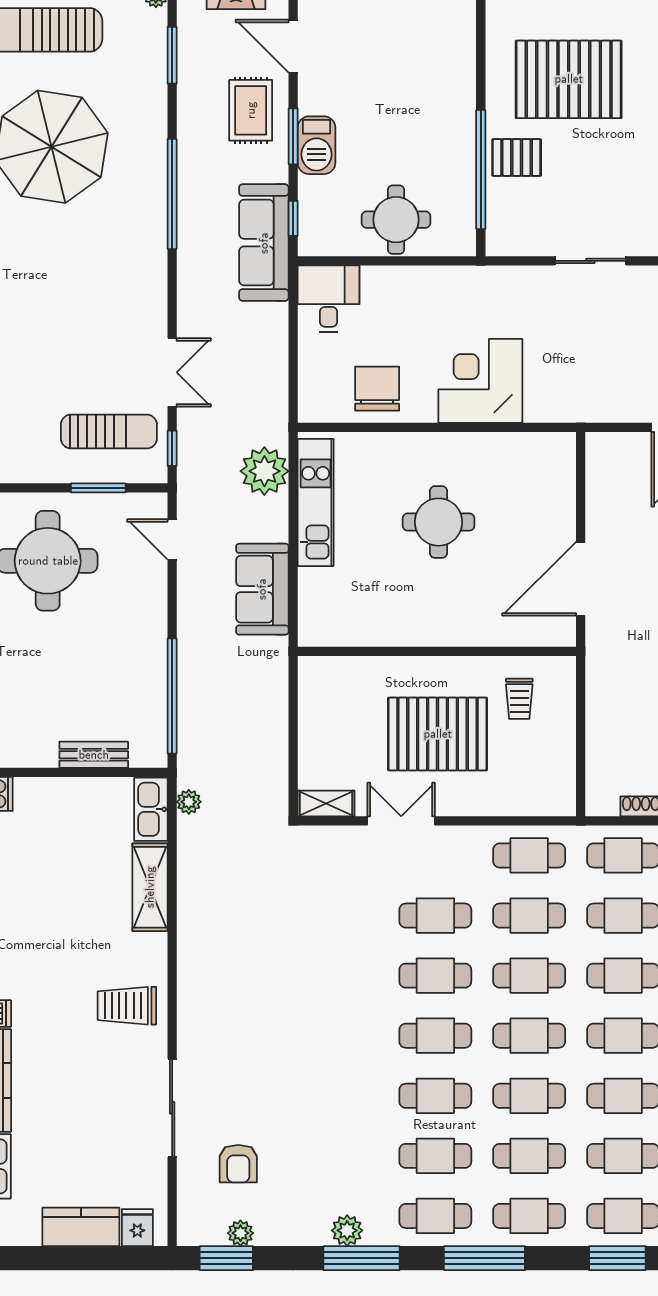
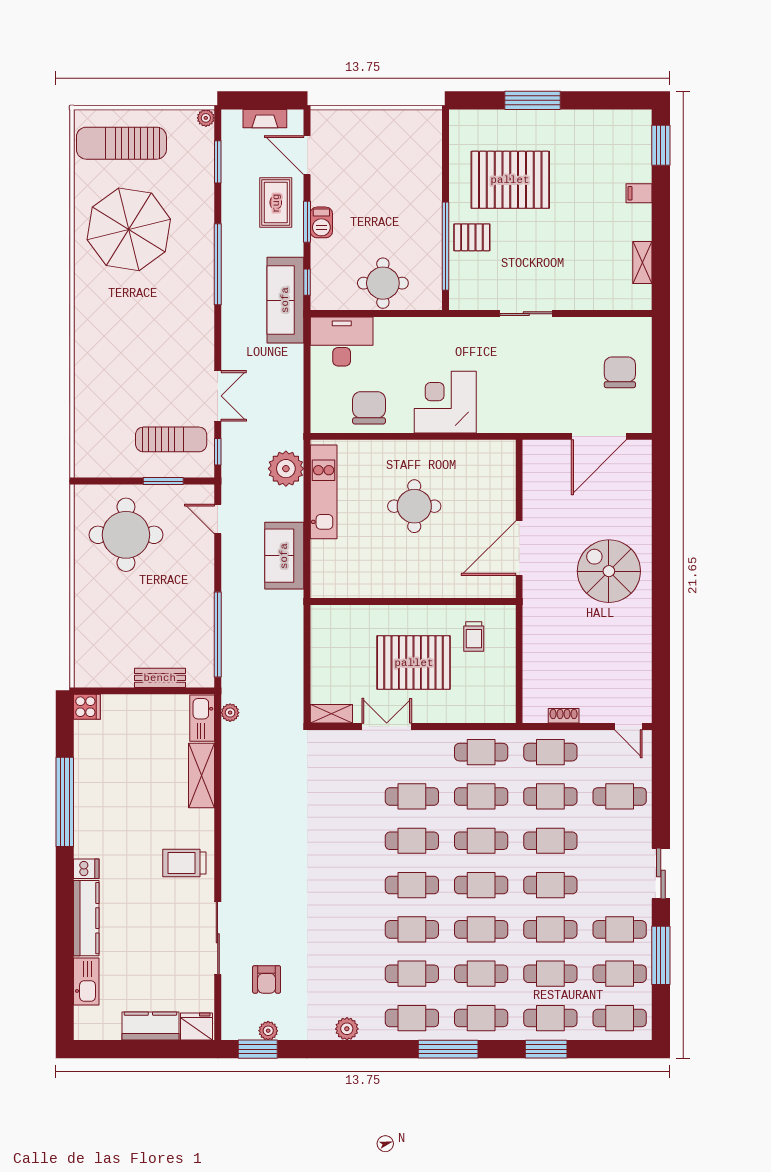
barbecue: (316, 145) -> (321, 222), width x0.73, depth x0.79
desk: (329, 299) -> (342, 342), width x1.37
fridge: (137, 1228) -> (196, 1027), width x1.38
window: (362, 1258) -> (358, 1049), removed

